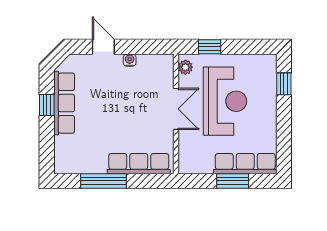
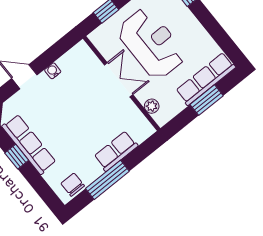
plant: (185, 67) -> (152, 106), moved
chair: (73, 163) -> (73, 185), added
row of seats: (139, 164) -> (116, 151), width x0.68

